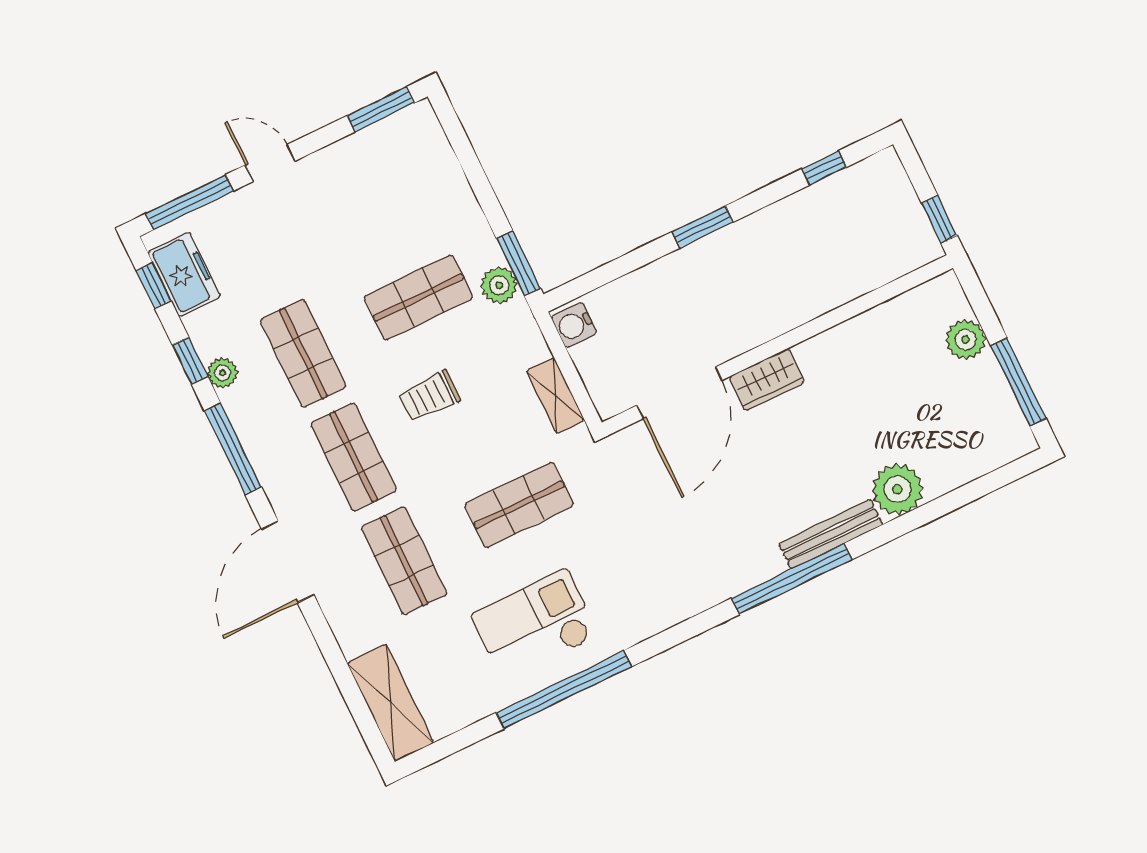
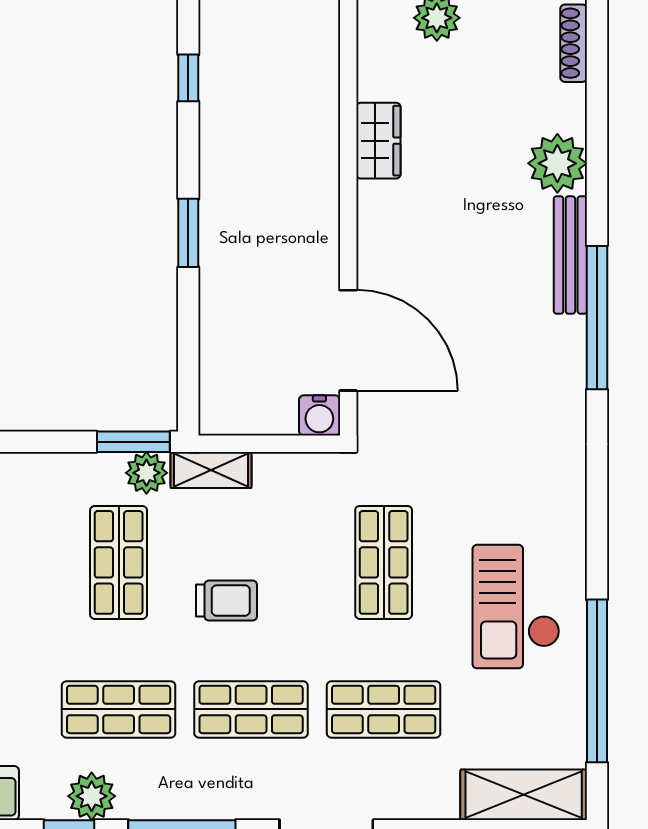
water cooler: (574, 325) -> (319, 415), moved
plant: (222, 373) -> (92, 796), width x1.38, depth x1.38
wardrobe: (767, 380) -> (378, 141), moved
trolley: (430, 396) -> (226, 601), turned -90
shelving: (555, 396) -> (211, 470), moved
shoe rack: (998, 456) -> (574, 43), added
window: (564, 690) -> (597, 681), moved

